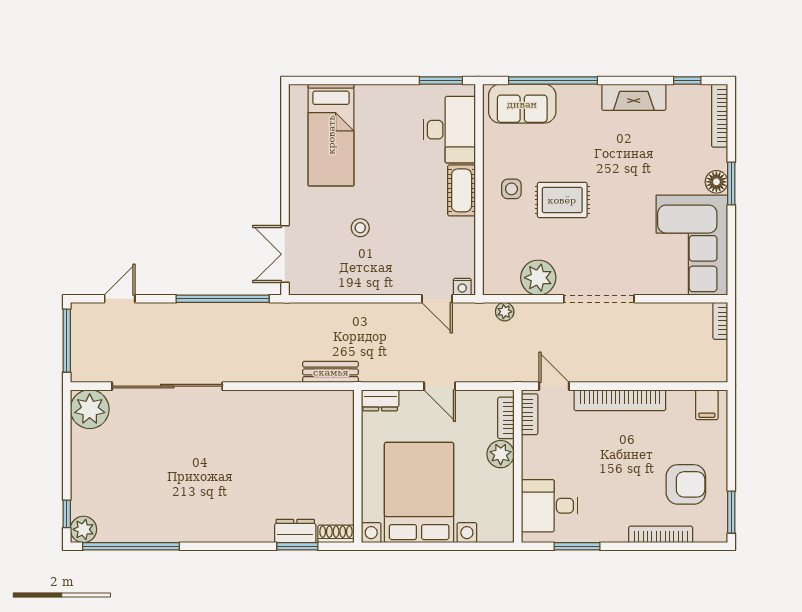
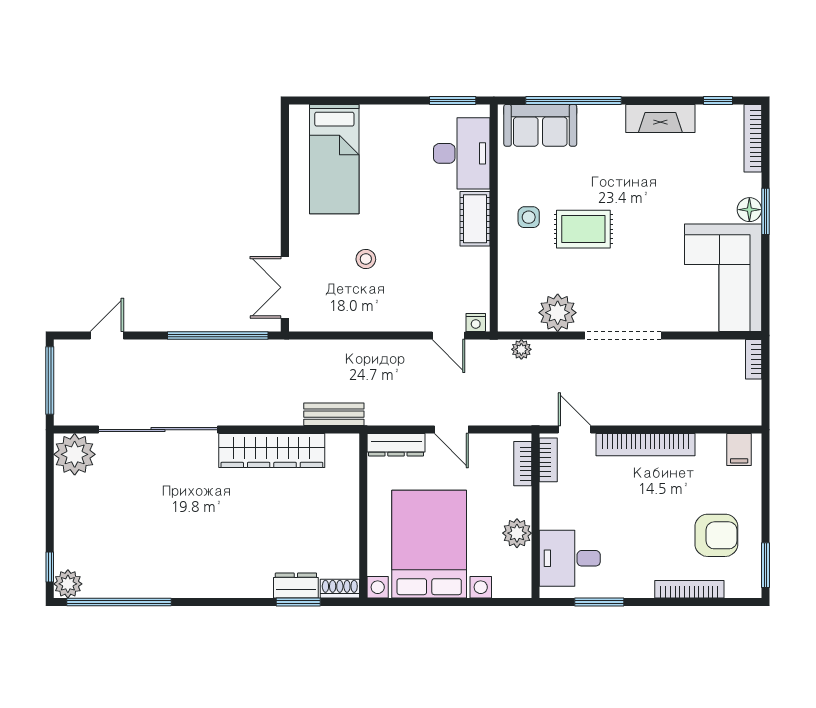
dresser: (380, 400) -> (396, 445), width x1.44
wardrobe: (273, 406) -> (272, 451), added
plant: (501, 454) -> (517, 533), moved

